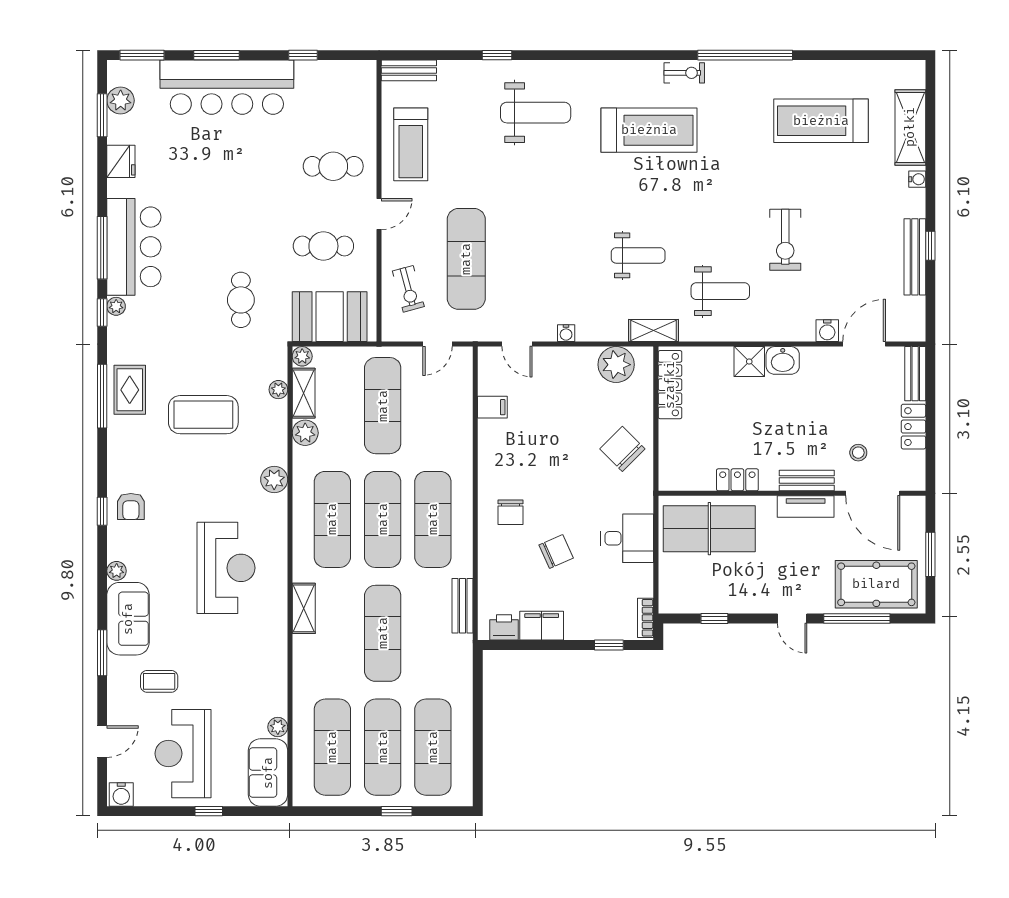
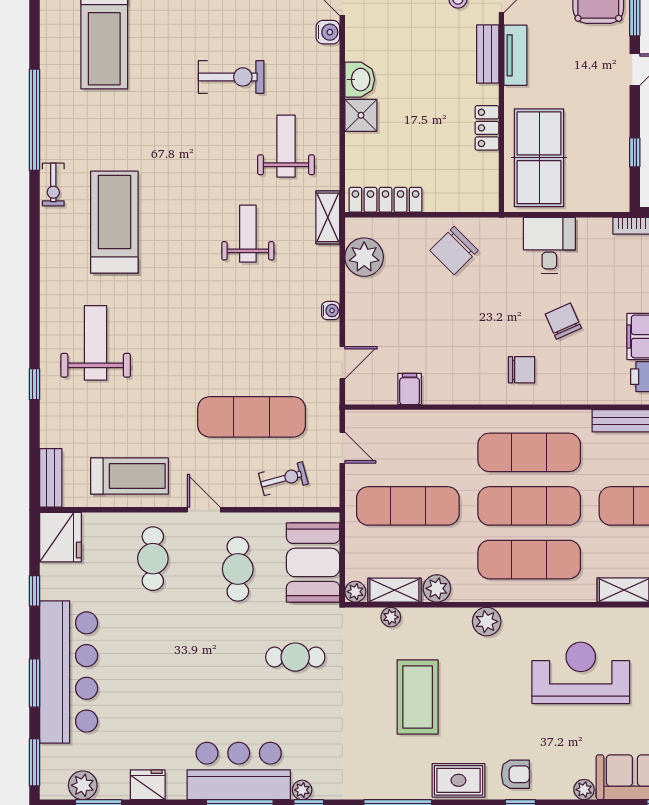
exercise bike: (684, 73) -> (53, 184), turned 180
fridge: (353, 80) -> (61, 537), added
rug: (130, 390) -> (458, 780), moved

